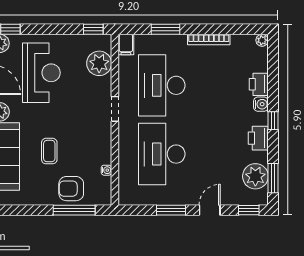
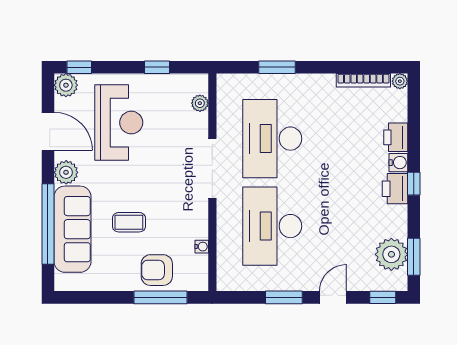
window: (93, 29) -> (157, 67), moved
bookcase: (209, 40) -> (363, 80), moved
filing cabinet: (126, 44) -> (226, 87), removed
plant: (99, 63) -> (200, 103), width x0.53, depth x0.53
doorway: (115, 109) -> (212, 168), width x1.87
printer: (258, 138) -> (395, 189), moved
coffee table: (49, 151) -> (129, 222), turned 90

